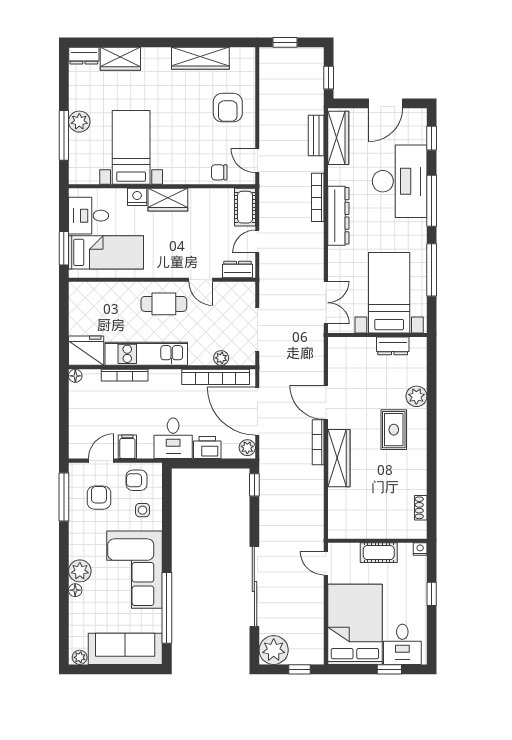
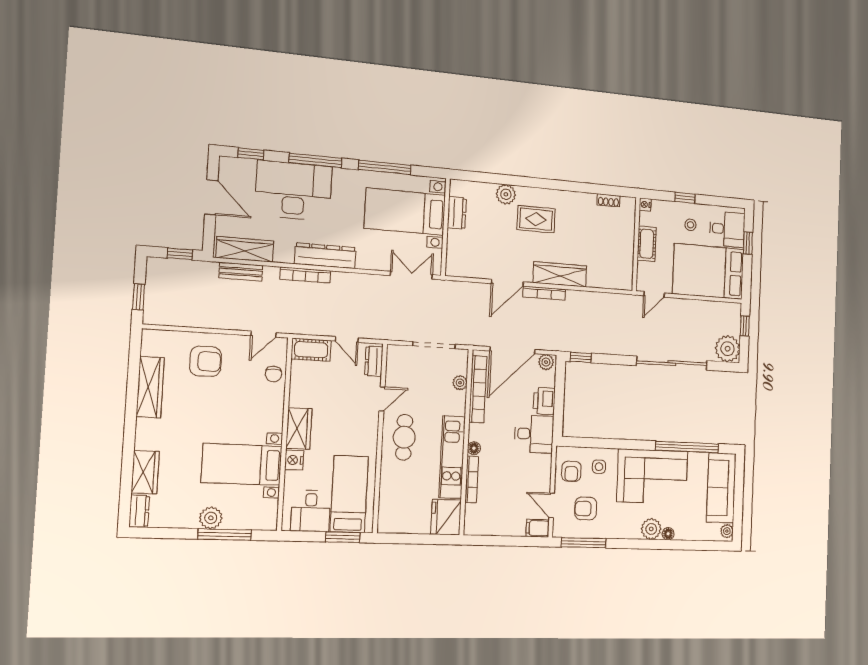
floor lamp: (75, 376) -> (474, 448), moved
filing cabinet: (127, 447) -> (538, 528), moved
stool: (403, 602) -> (690, 225), added

